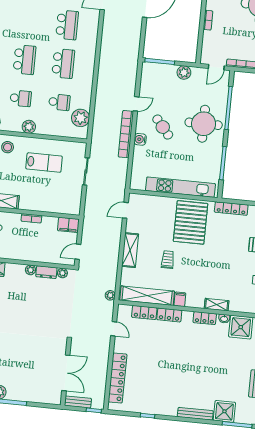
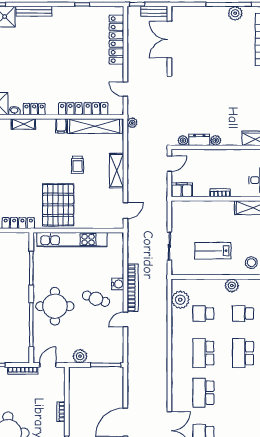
cafe table: (163, 127) -> (96, 299), turned -31

